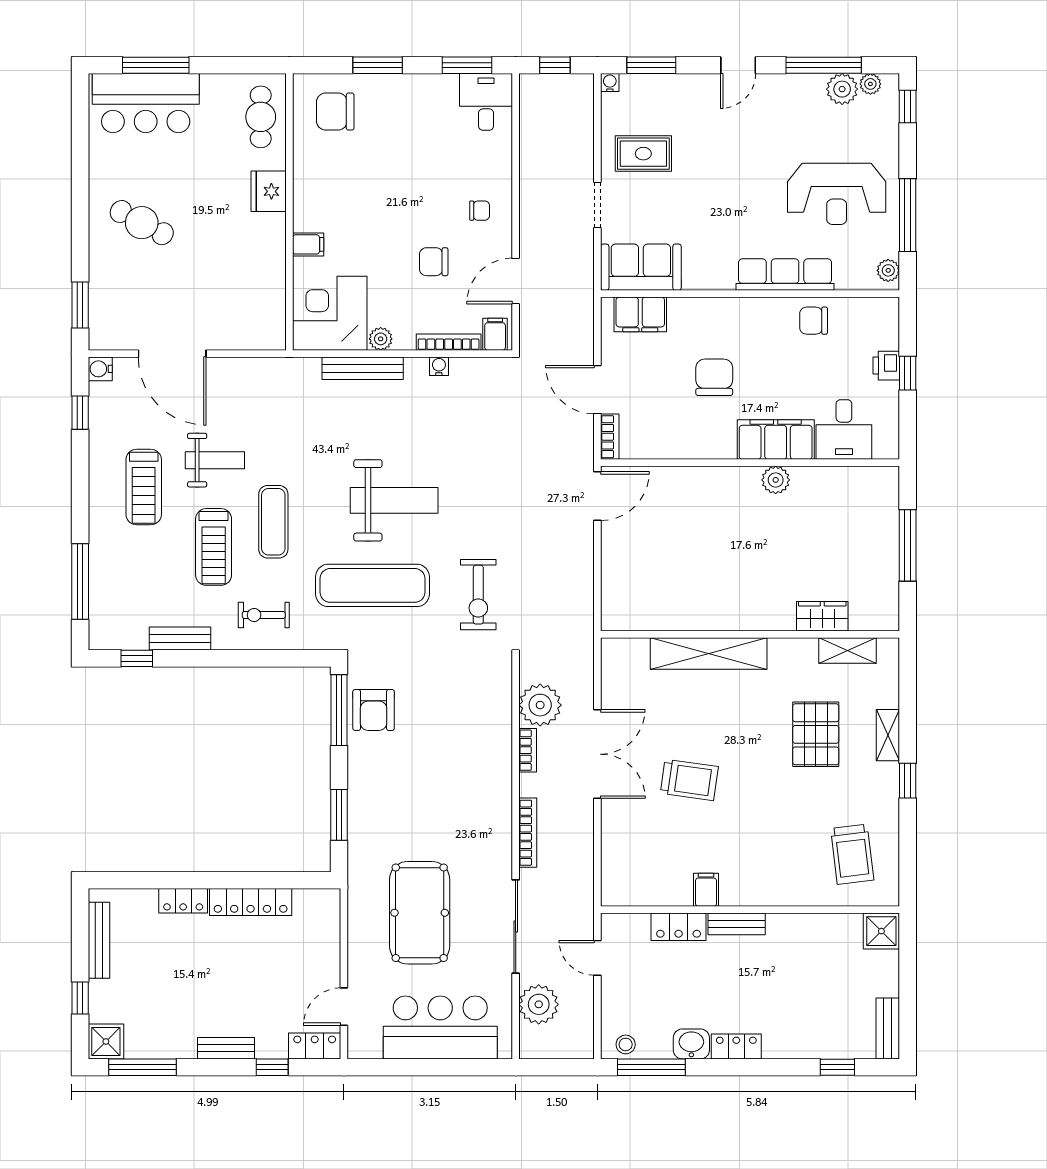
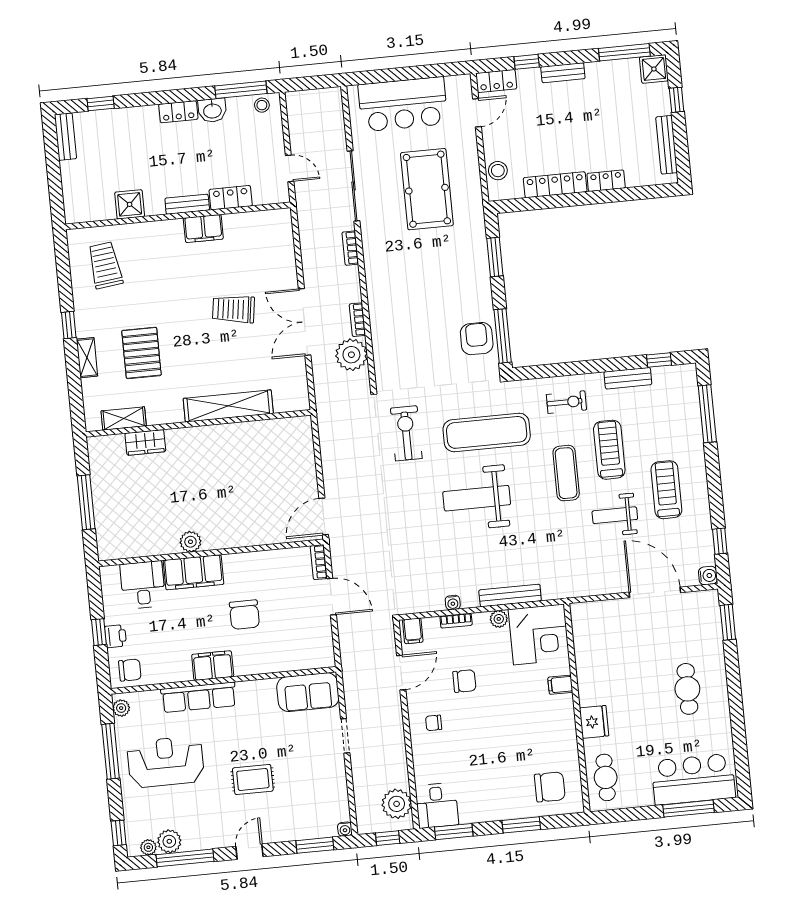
rug: (643, 154) -> (253, 780), moved
cafe table: (142, 223) -> (687, 689), turned 62
filing cabinet: (640, 314) -> (213, 666), moved
chair: (814, 321) -> (130, 670), moved
bookcase: (449, 342) -> (456, 621), width x0.64
bookcase: (528, 833) -> (350, 248), width x0.64
filing cabinet: (706, 890) -> (203, 229), width x2.00
stool: (324, 928) -> (498, 171), added
shower: (881, 931) -> (130, 204), moved
plant: (539, 1004) -> (397, 804), moved

